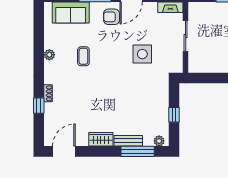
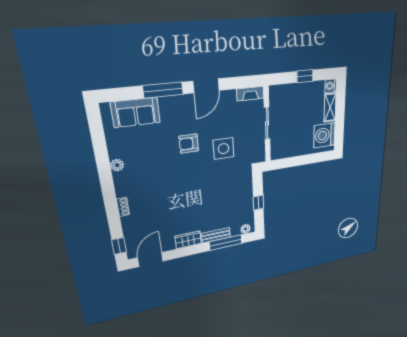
armchair: (111, 17) -> (189, 144), moved
coffee table: (83, 56) -> (158, 161), removed
window: (39, 106) -> (119, 246), moved

